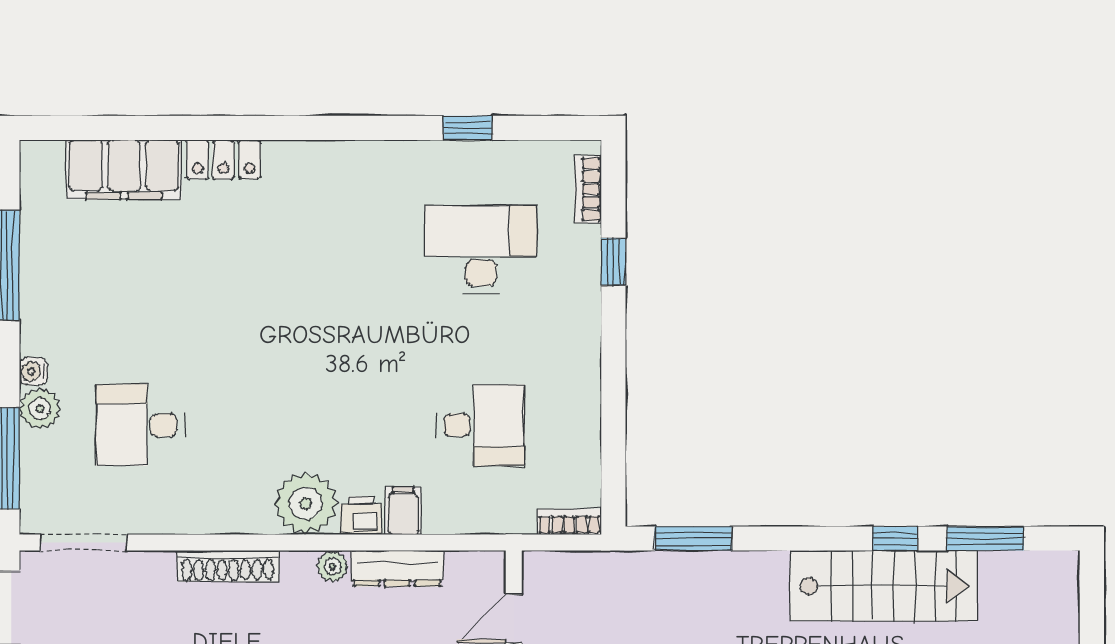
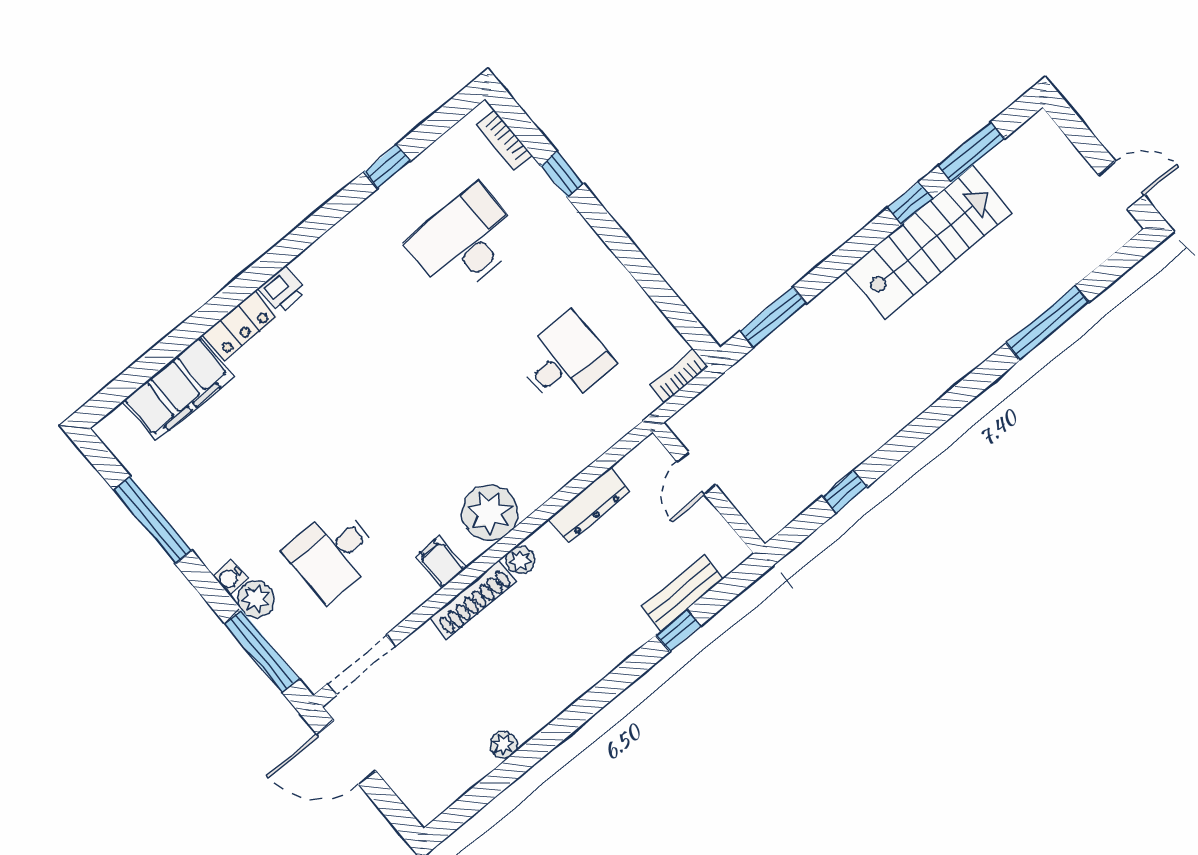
filing cabinet: (403, 511) -> (441, 562), moved
printer: (361, 516) -> (282, 290), moved, turned 180
plant: (332, 566) -> (520, 560), moved

